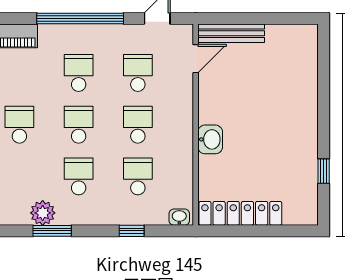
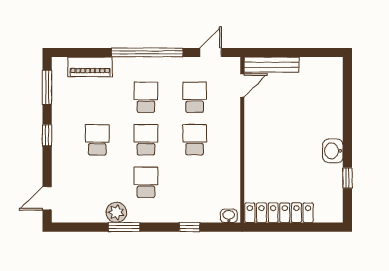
washbasin: (210, 139) -> (333, 151), moved, turned 180
school desk: (138, 176) -> (195, 182), removed

